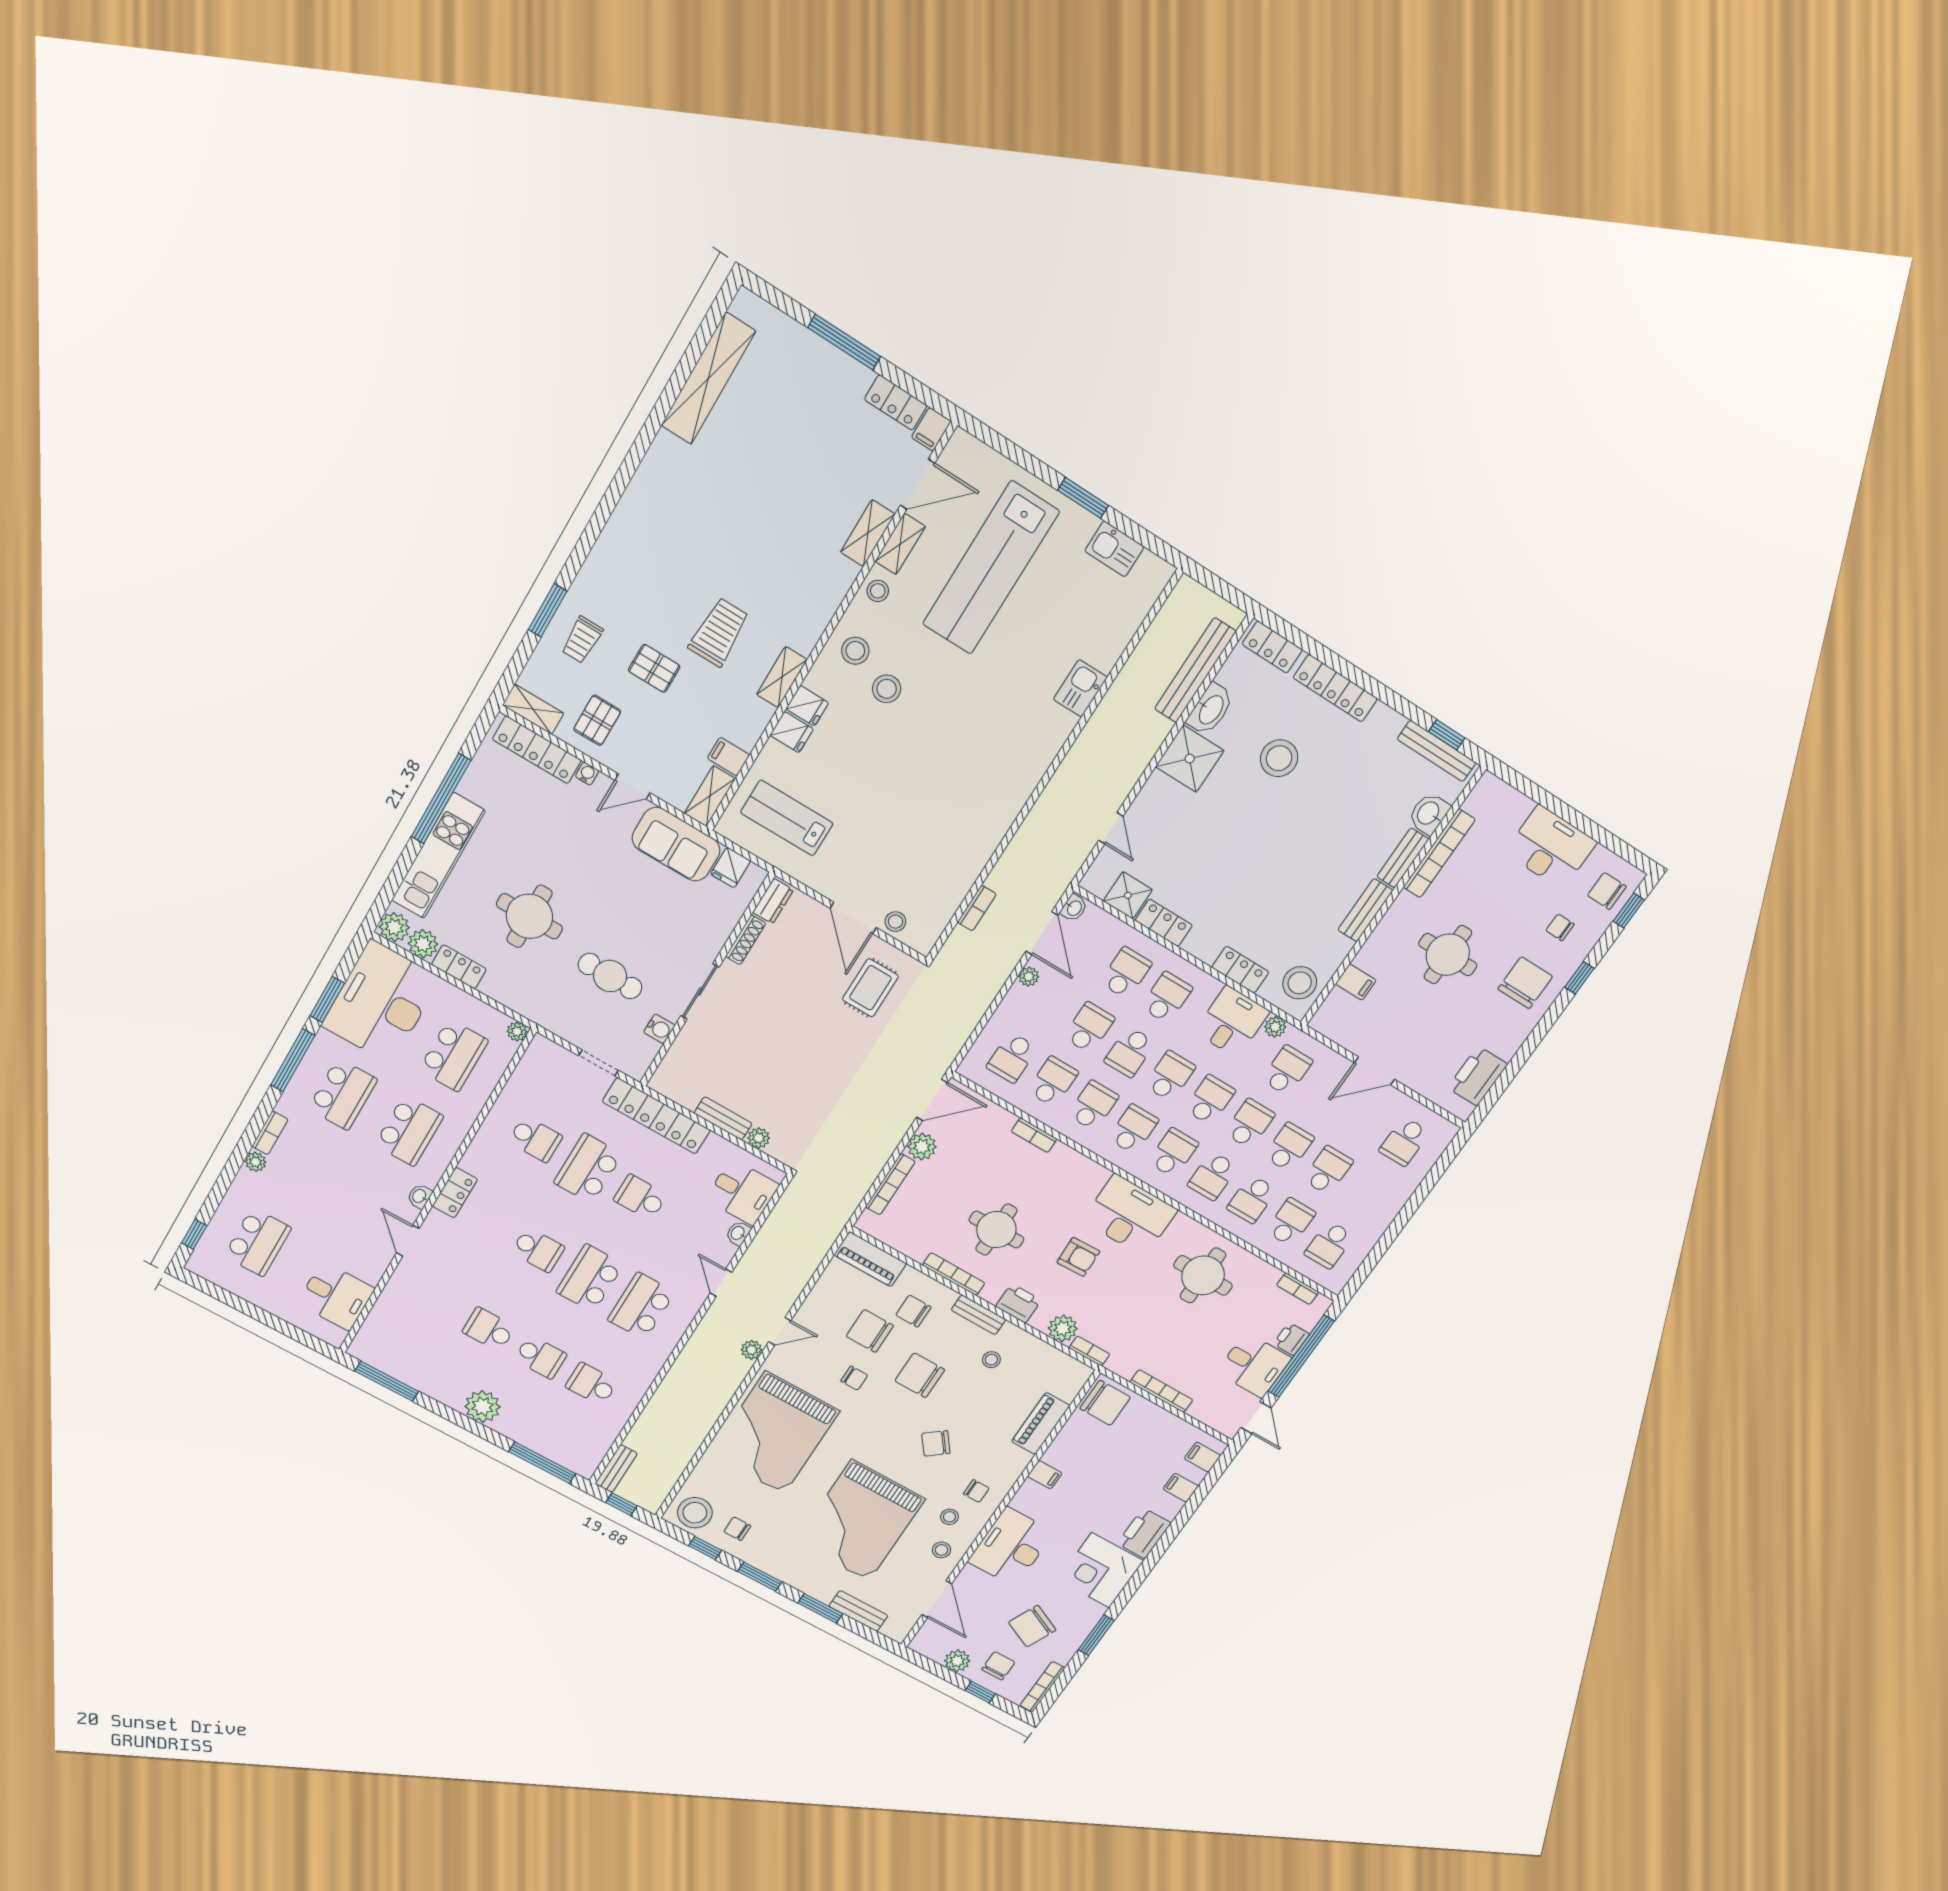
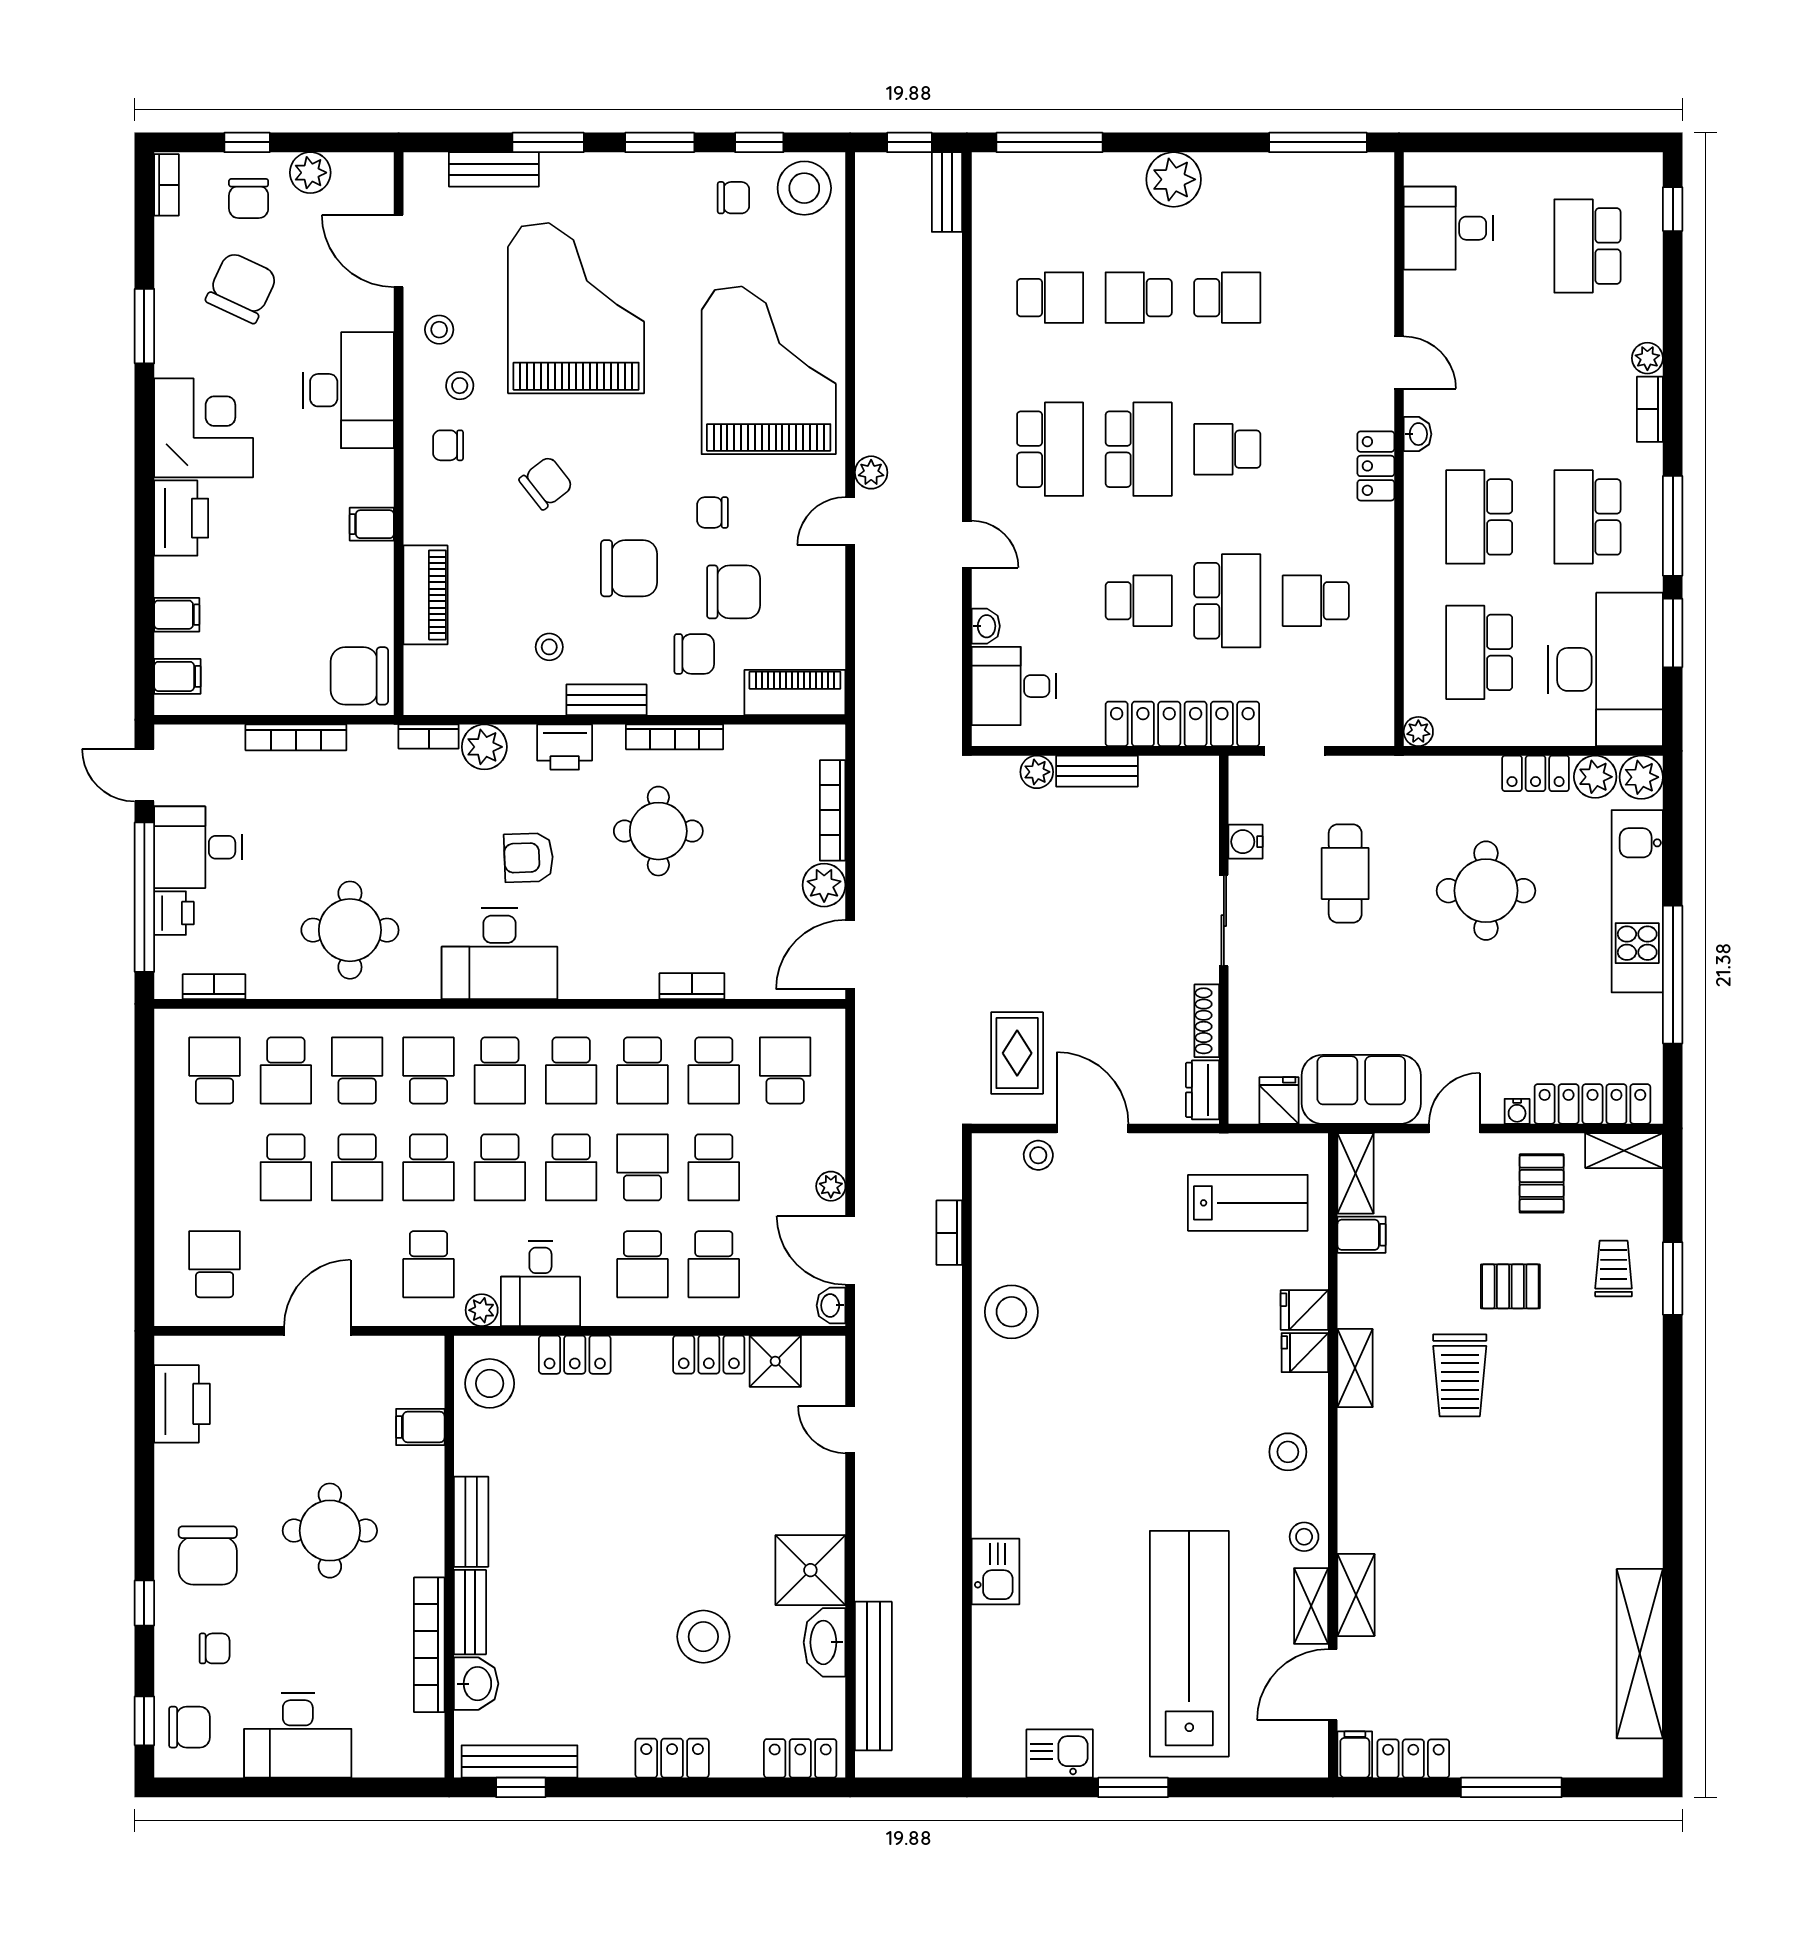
locker: (1335, 688) -> (672, 1758), width x0.66
stool: (887, 689) -> (1011, 1312), moved, width x1.38, depth x1.38
cafe table: (610, 976) -> (1345, 874), turned 90
bookcase: (1042, 1687) -> (167, 185), width x0.64

